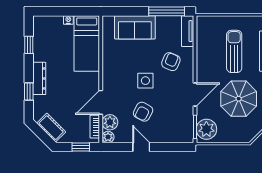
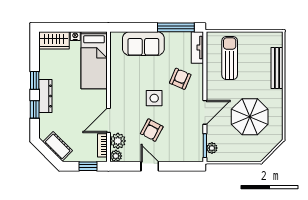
wardrobe: (48, 24) -> (54, 40), added
window: (29, 45) -> (35, 80), moved
sun lounger: (234, 51) -> (230, 58), moved
plant: (206, 129) -> (212, 148), width x0.53, depth x0.53

